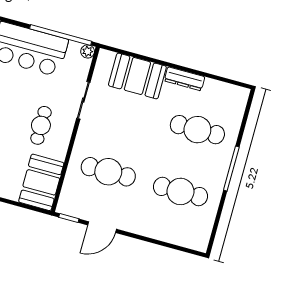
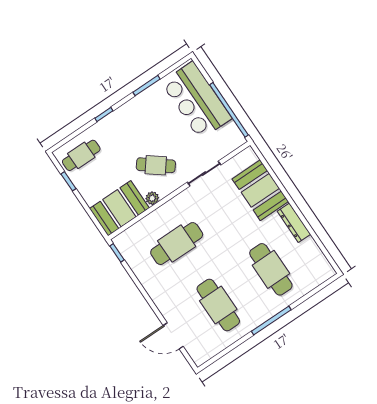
plant: (88, 51) -> (152, 198), moved
cafe table: (41, 125) -> (156, 165), turned 38
cafe table: (108, 172) -> (177, 244), turned 90
door: (102, 227) -> (173, 336), moved

